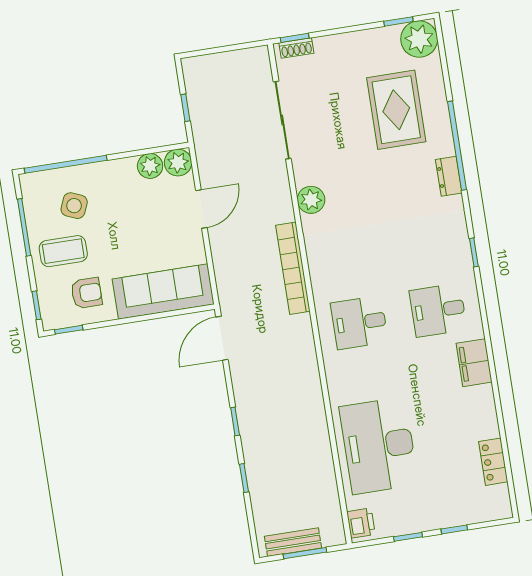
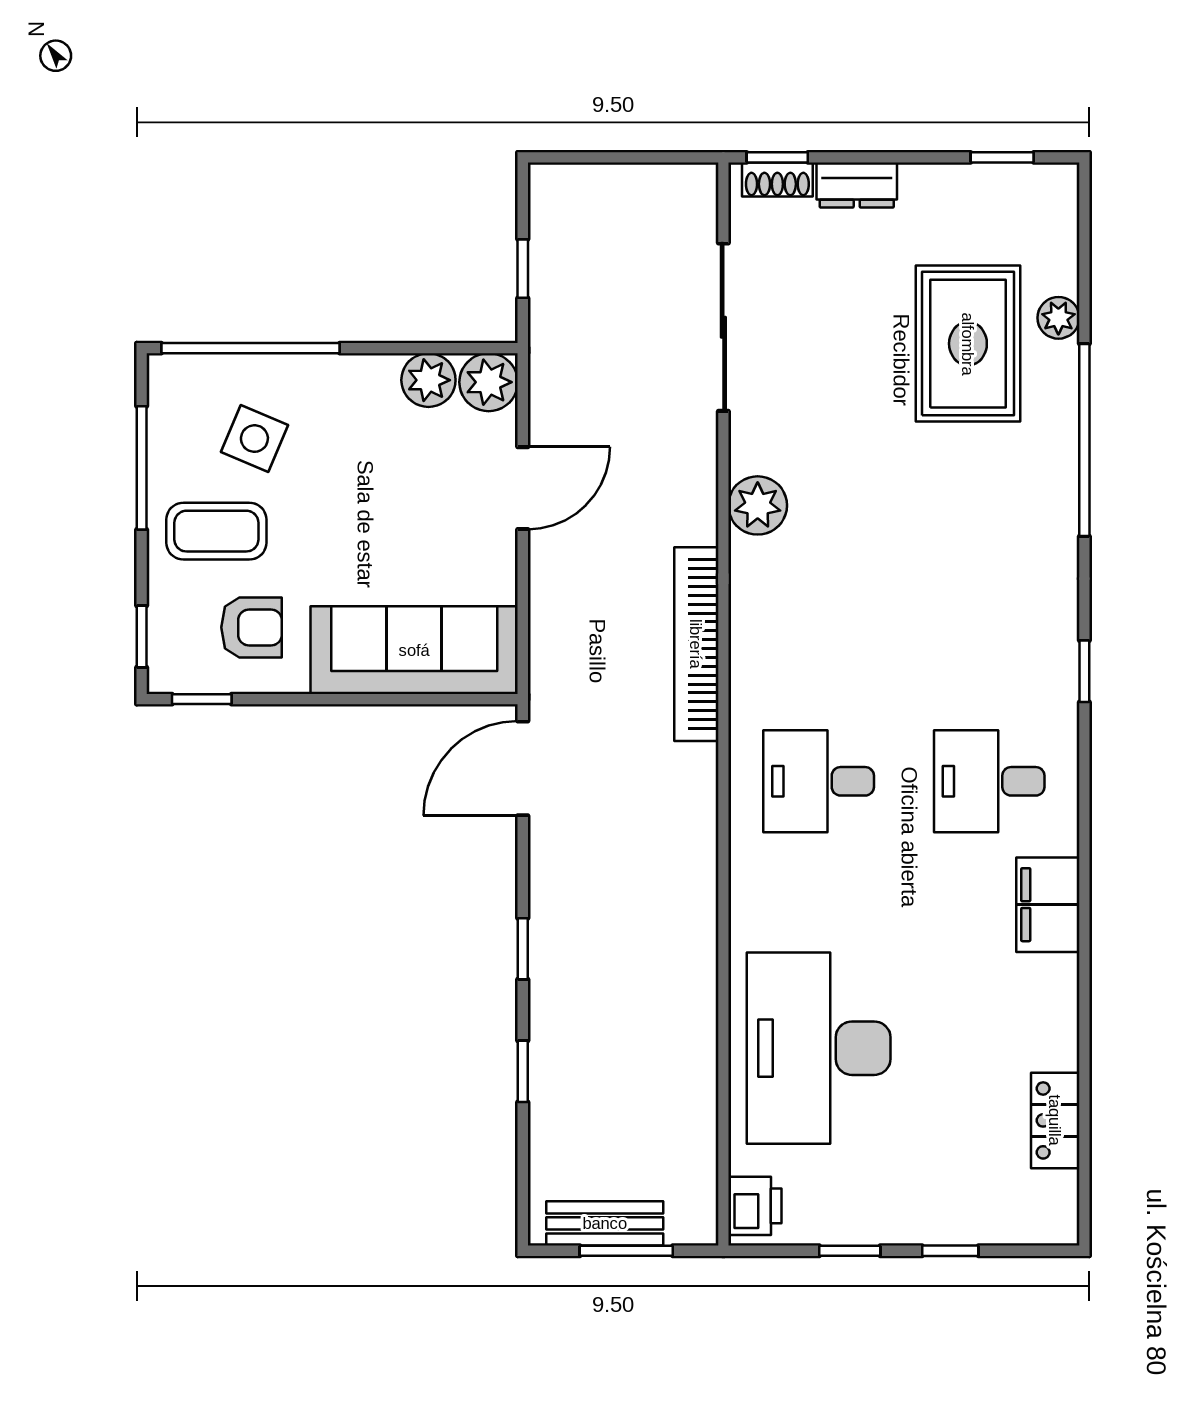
plant: (419, 39) -> (1058, 318), moved, width x0.53, depth x0.53
dresser: (449, 176) -> (857, 185), moved, turned -90

